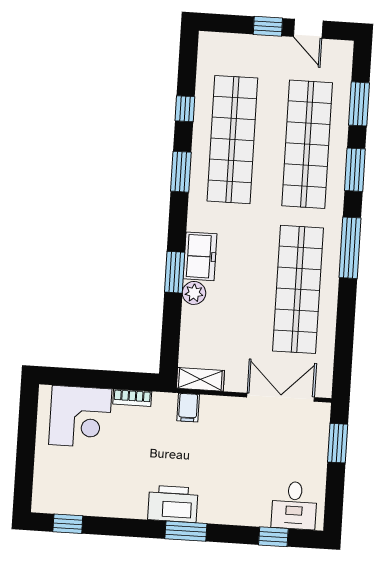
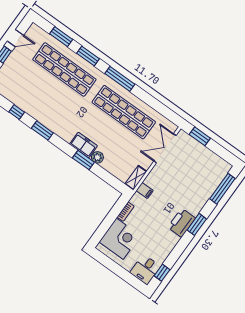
shop shelf: (232, 140) -> (42, 100), removed
desk: (294, 505) -> (145, 269), moved, turned 90
window: (273, 537) -> (222, 189), width x2.17

